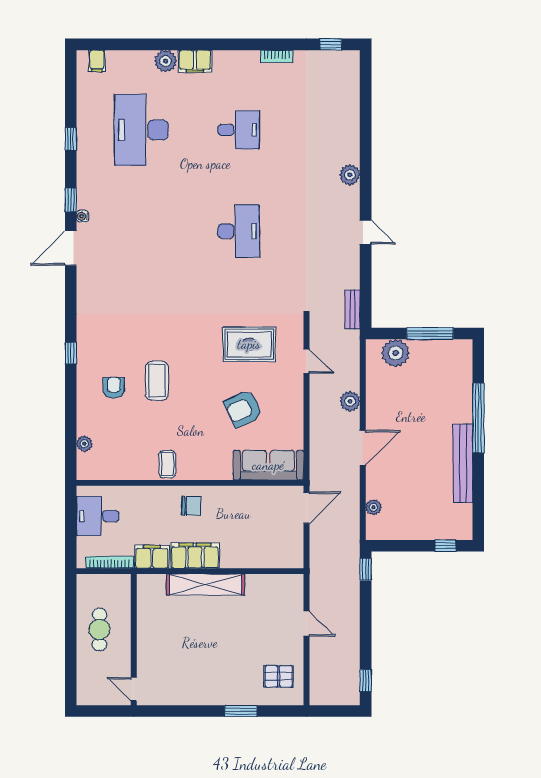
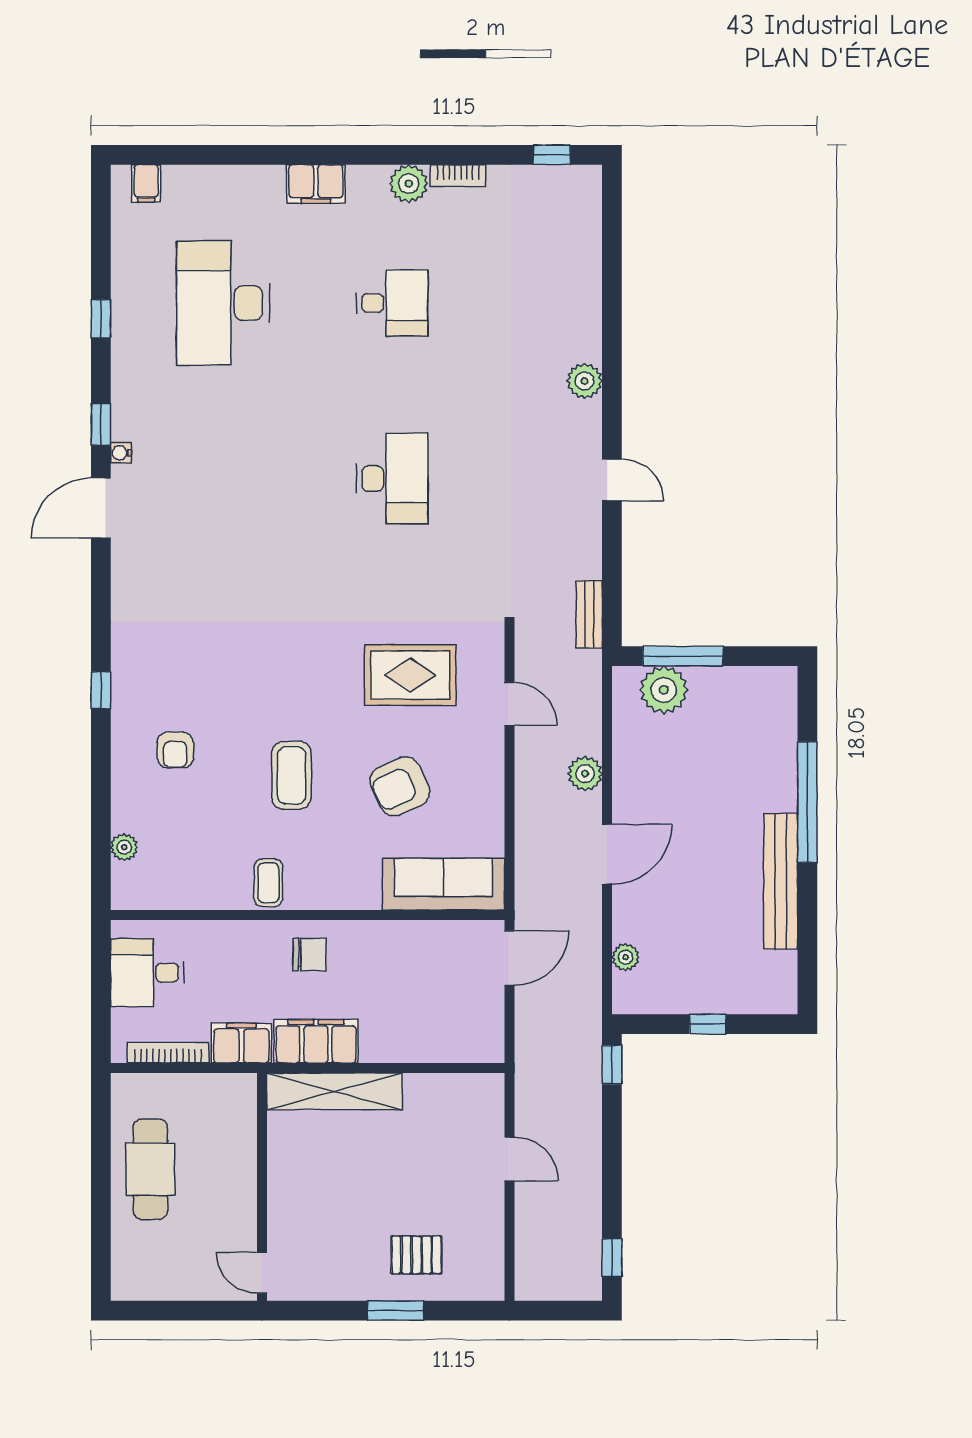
plant: (166, 61) -> (409, 184), moved
window: (430, 334) -> (683, 656), moved
coffee table: (157, 381) -> (292, 775), moved
armchair: (114, 388) -> (175, 750), turned 180
window: (445, 546) -> (708, 1024), moved
cafe table: (99, 629) -> (150, 1169), width x1.37, depth x1.35
wall: (134, 640) -> (262, 1187), moved
pallet: (279, 676) -> (416, 1255), moved
door: (134, 689) -> (262, 1273), moved

